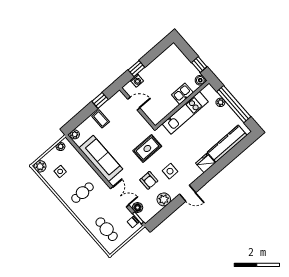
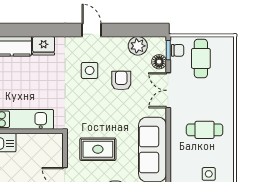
rug: (147, 148) -> (98, 149), moved
plant: (164, 199) -> (138, 46), moved
cafe table: (107, 229) -> (201, 58), moved

